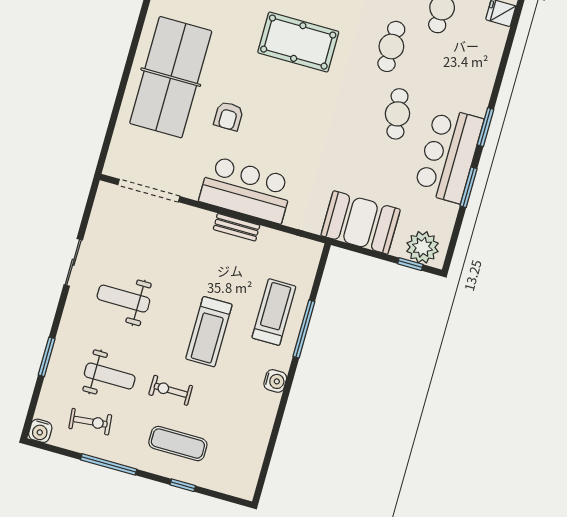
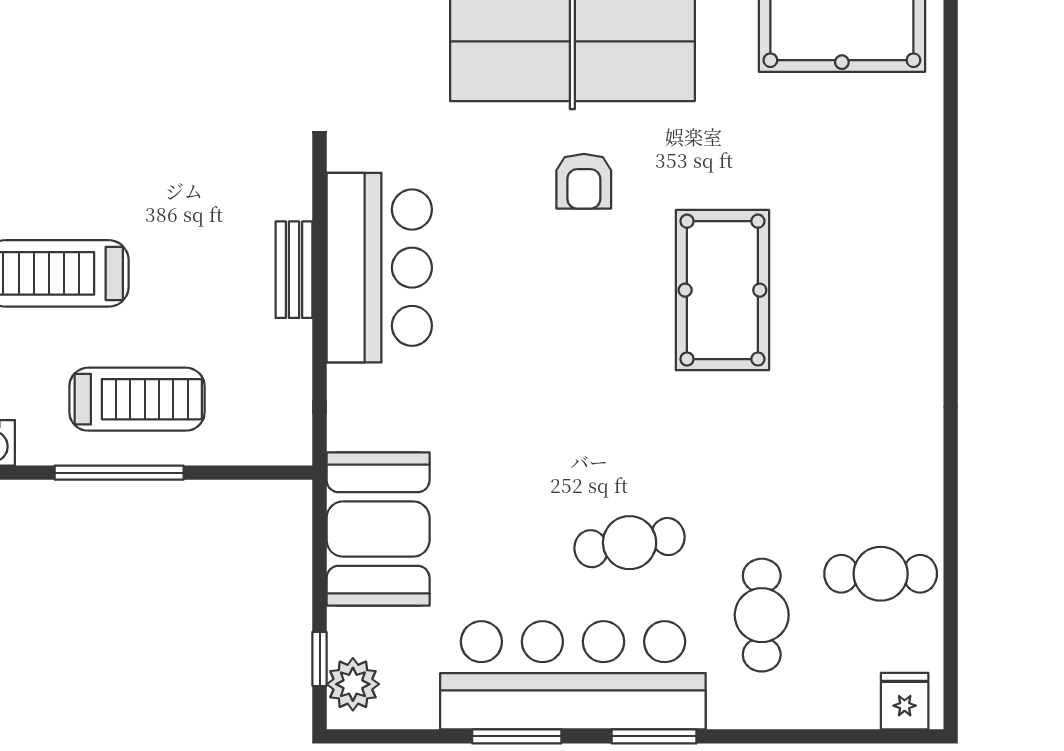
cafe table: (391, 46) -> (762, 615), moved, turned 90
armchair: (229, 116) -> (584, 181), moved, turned -90
bar counter: (449, 155) -> (573, 675), width x1.36
plant: (422, 247) -> (353, 684), width x0.73, depth x0.73
weight bench: (123, 299) -> (76, 73), removed

